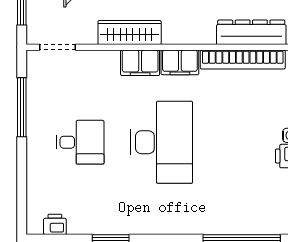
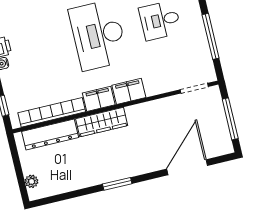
wardrobe: (130, 33) -> (102, 122), moved

